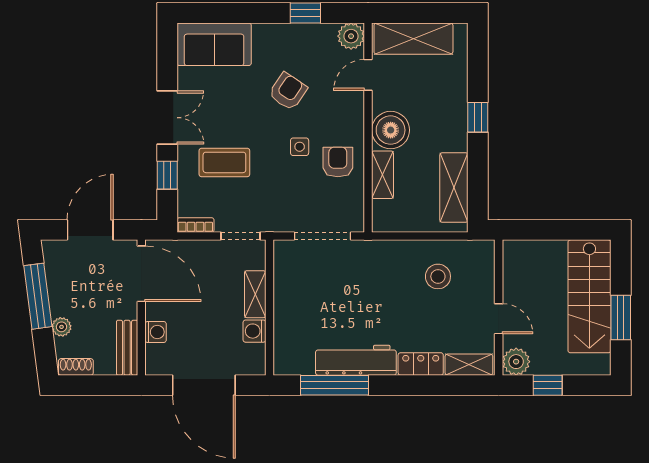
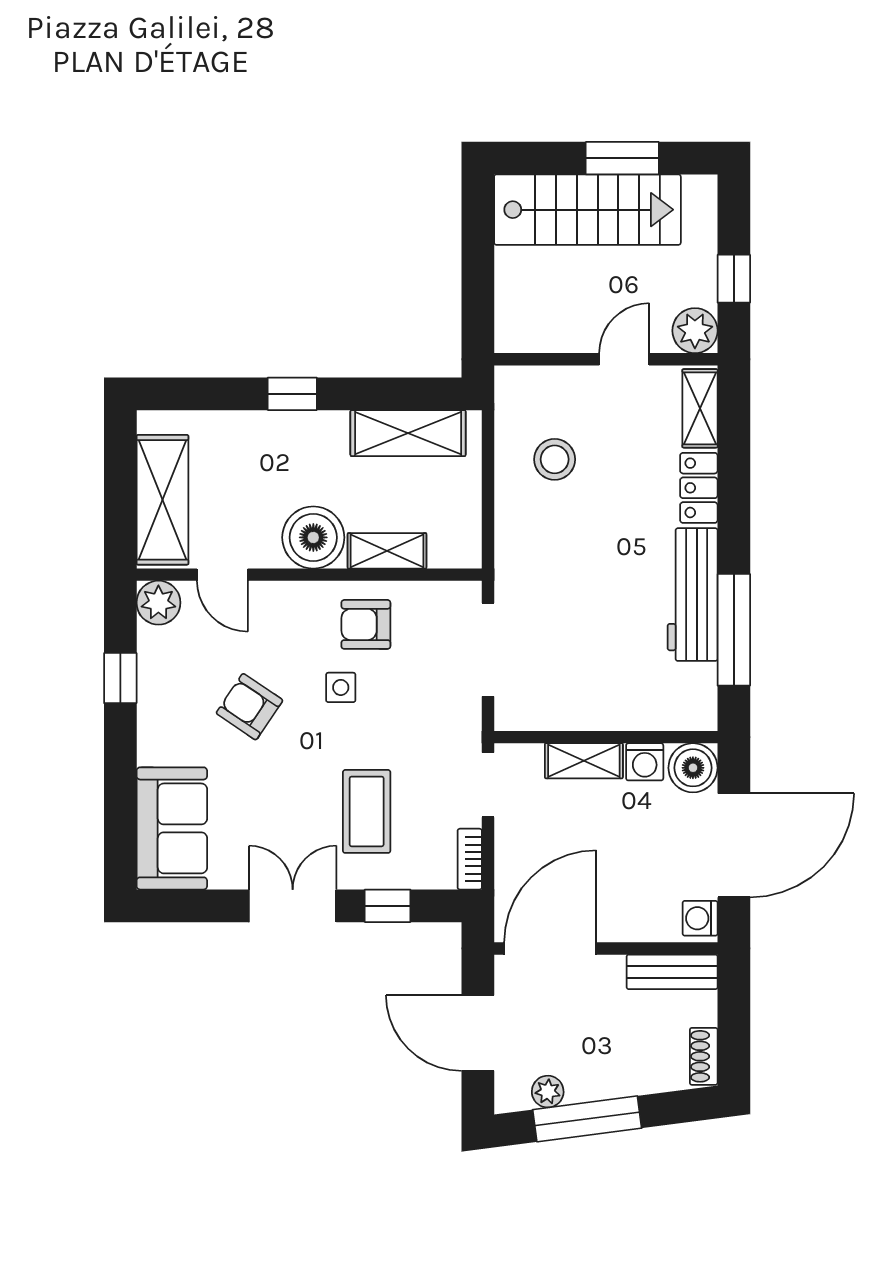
plant: (62, 327) -> (548, 1092), moved
washing machine: (156, 332) -> (700, 918), moved, turned -90
boiler: (251, 360) -> (693, 768), added

